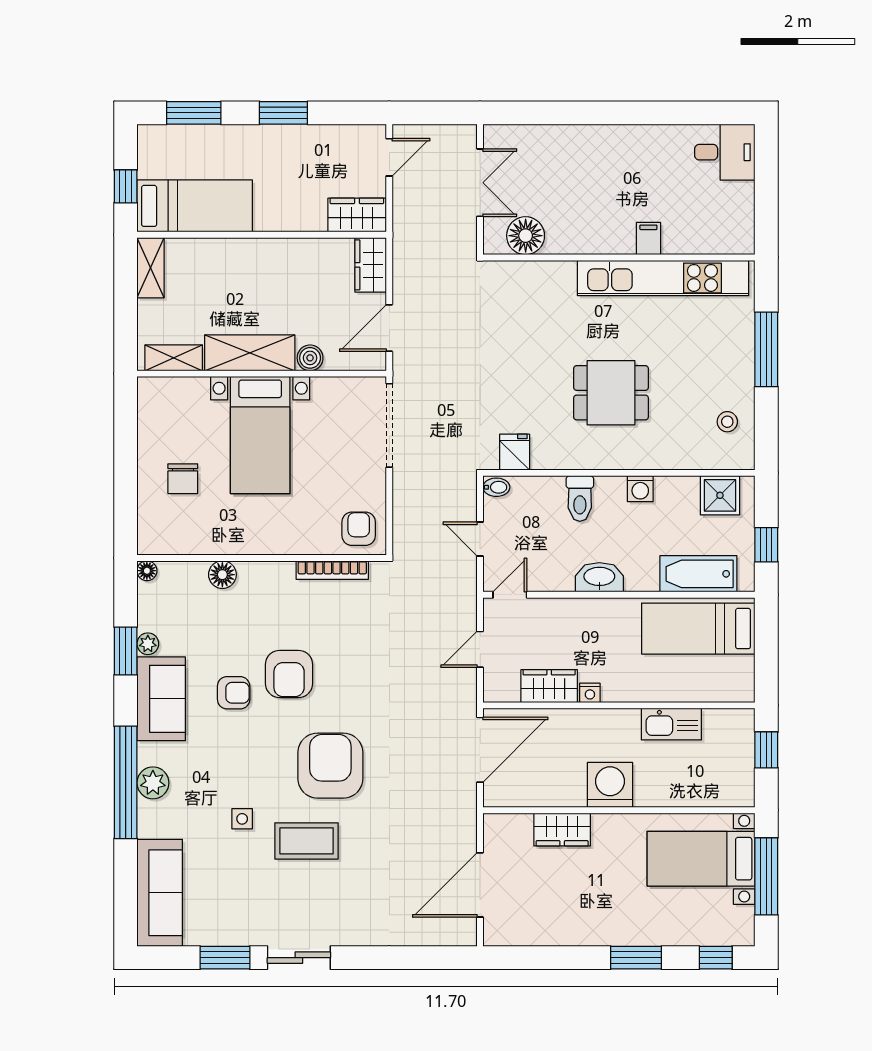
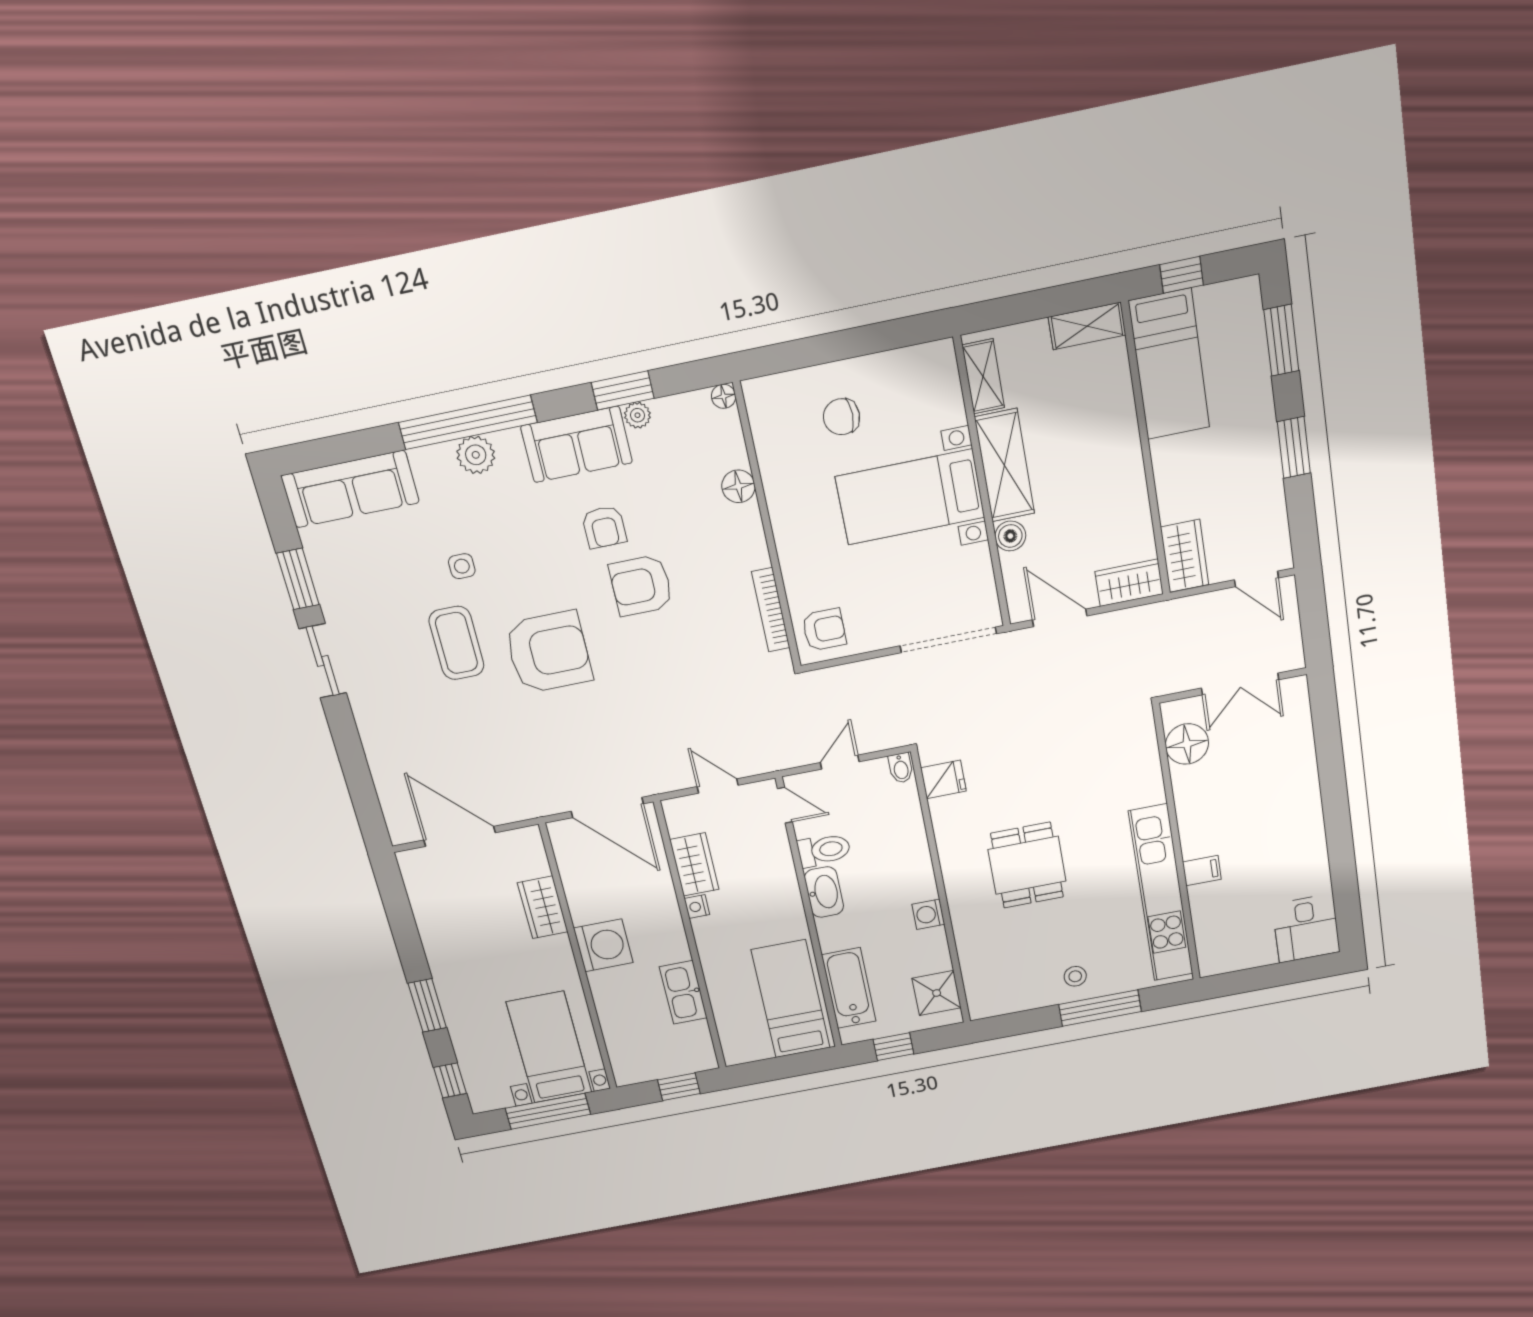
stool: (727, 422) -> (1075, 976), moved
toilet: (580, 498) -> (824, 850), moved, turned 180

